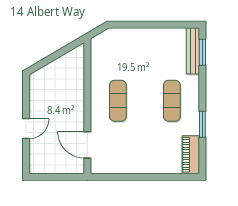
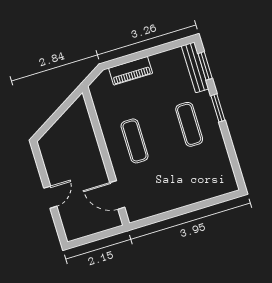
window: (202, 124) -> (218, 108), moved
piano: (191, 155) -> (131, 71), moved, turned -90

